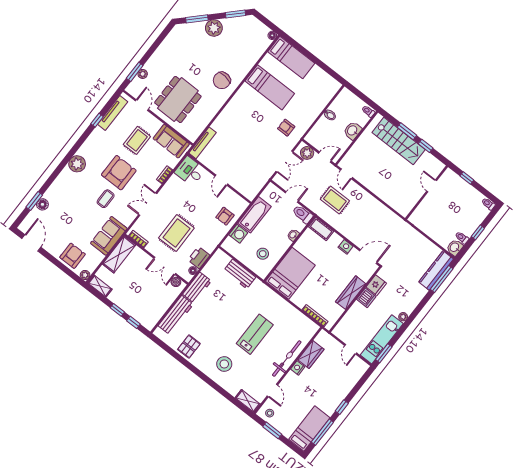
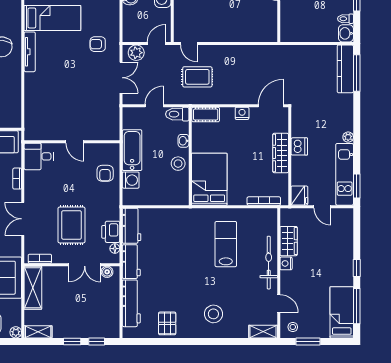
tv unit: (203, 143) -> (30, 52), moved
stool: (263, 254) -> (178, 164), moved
workbench: (240, 274) -> (132, 226), moved, turned -90
fridge: (376, 285) -> (299, 195), moved
lab bench: (255, 334) -> (226, 244), moved

